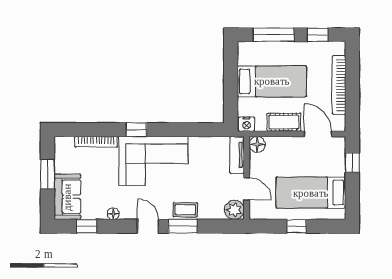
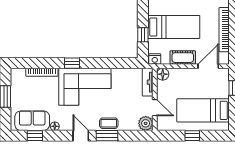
window: (231, 92) -> (143, 35), added
door: (318, 134) -> (208, 66), hinge flipped
sofa: (67, 197) -> (32, 121), moved, turned -90

